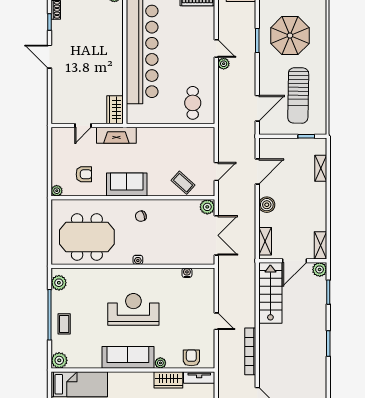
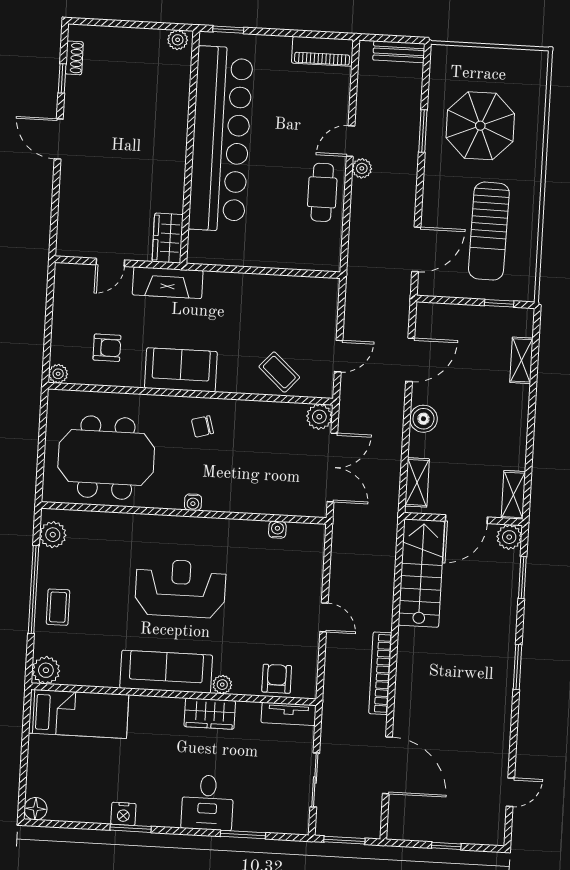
door: (216, 49) -> (351, 141), swing flipped
cafe table: (193, 103) -> (322, 192), moved
wardrobe: (168, 380) -> (210, 714), moved

